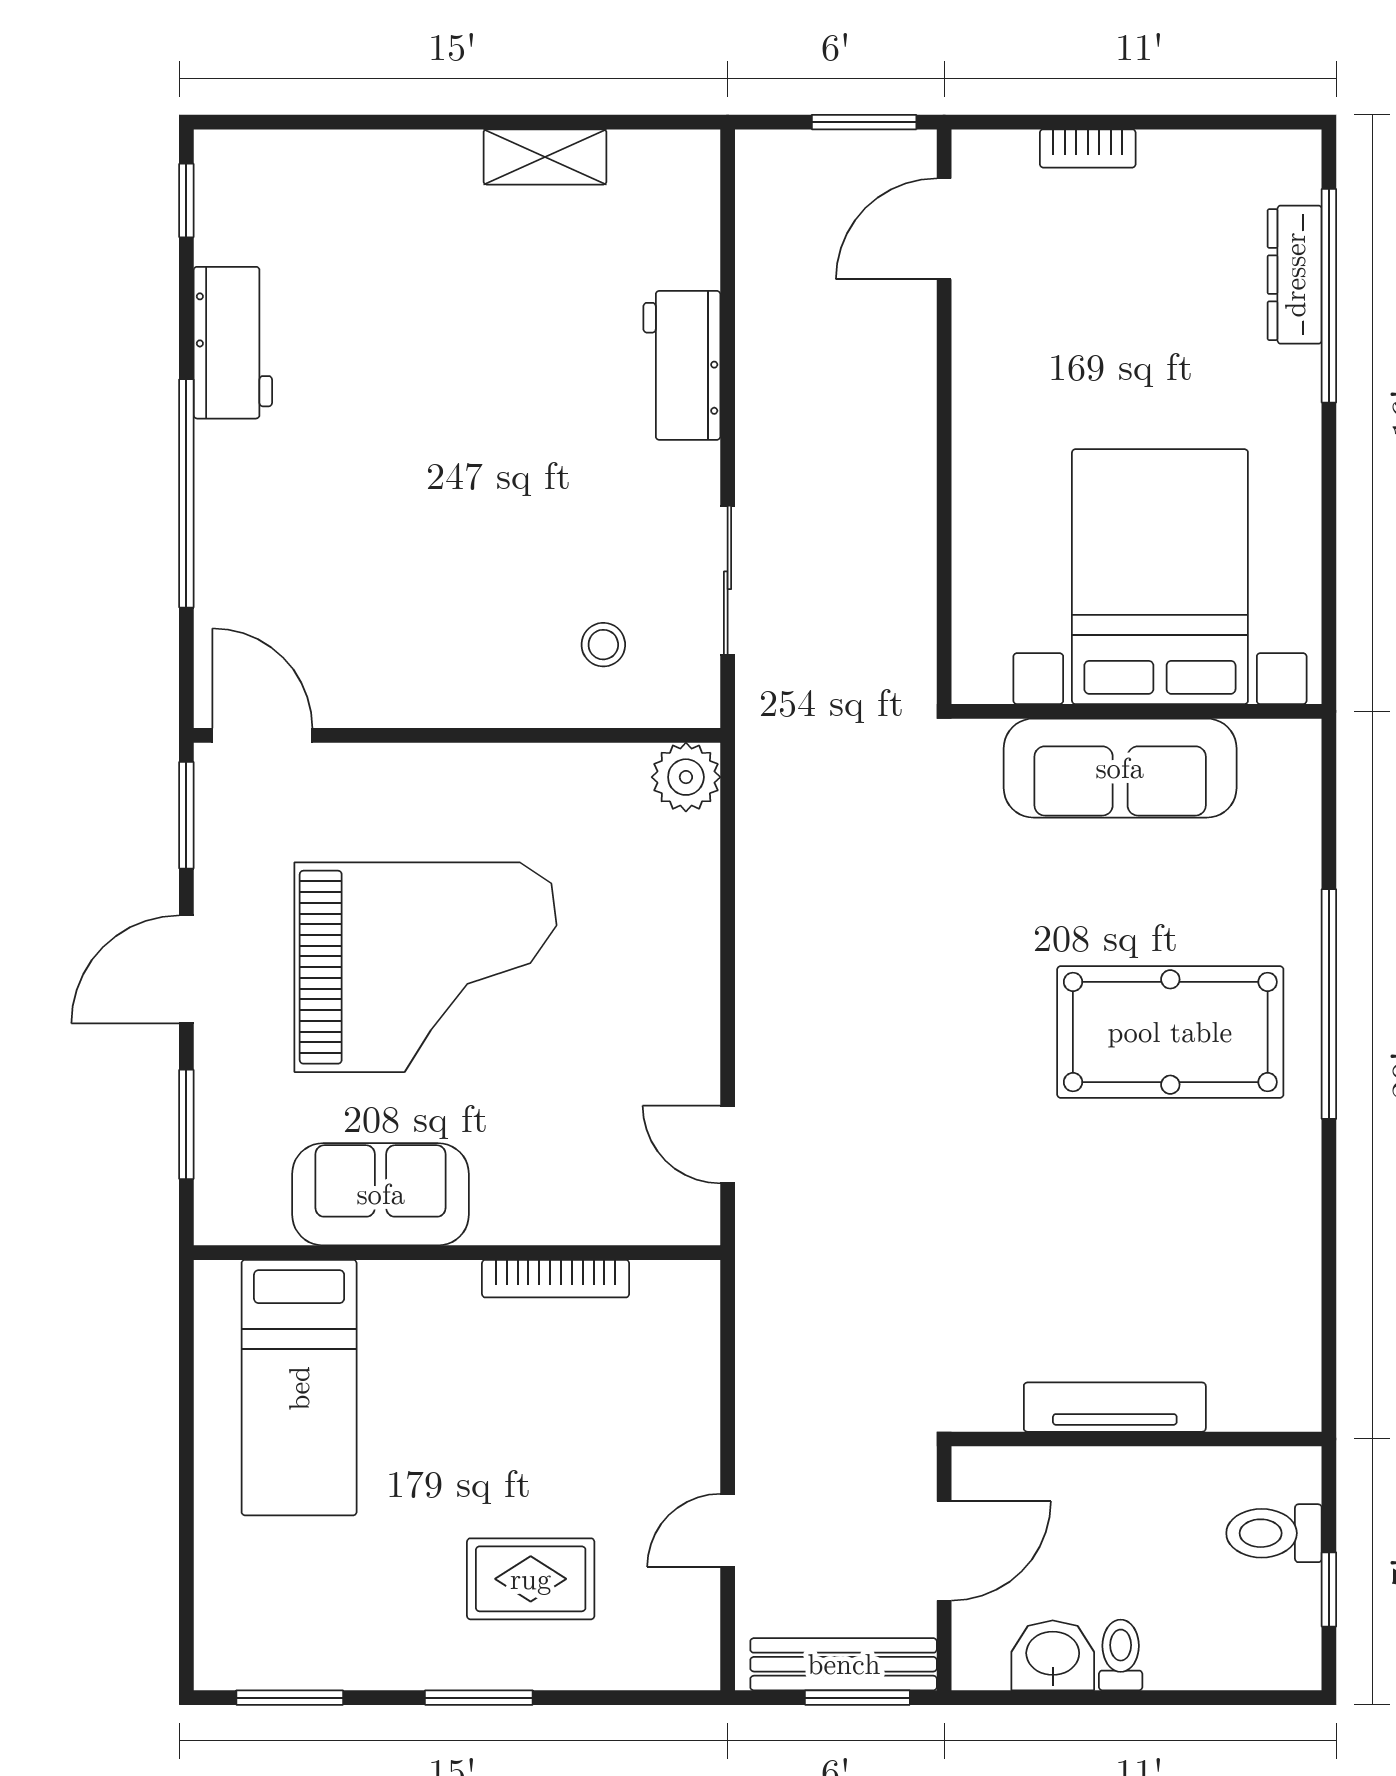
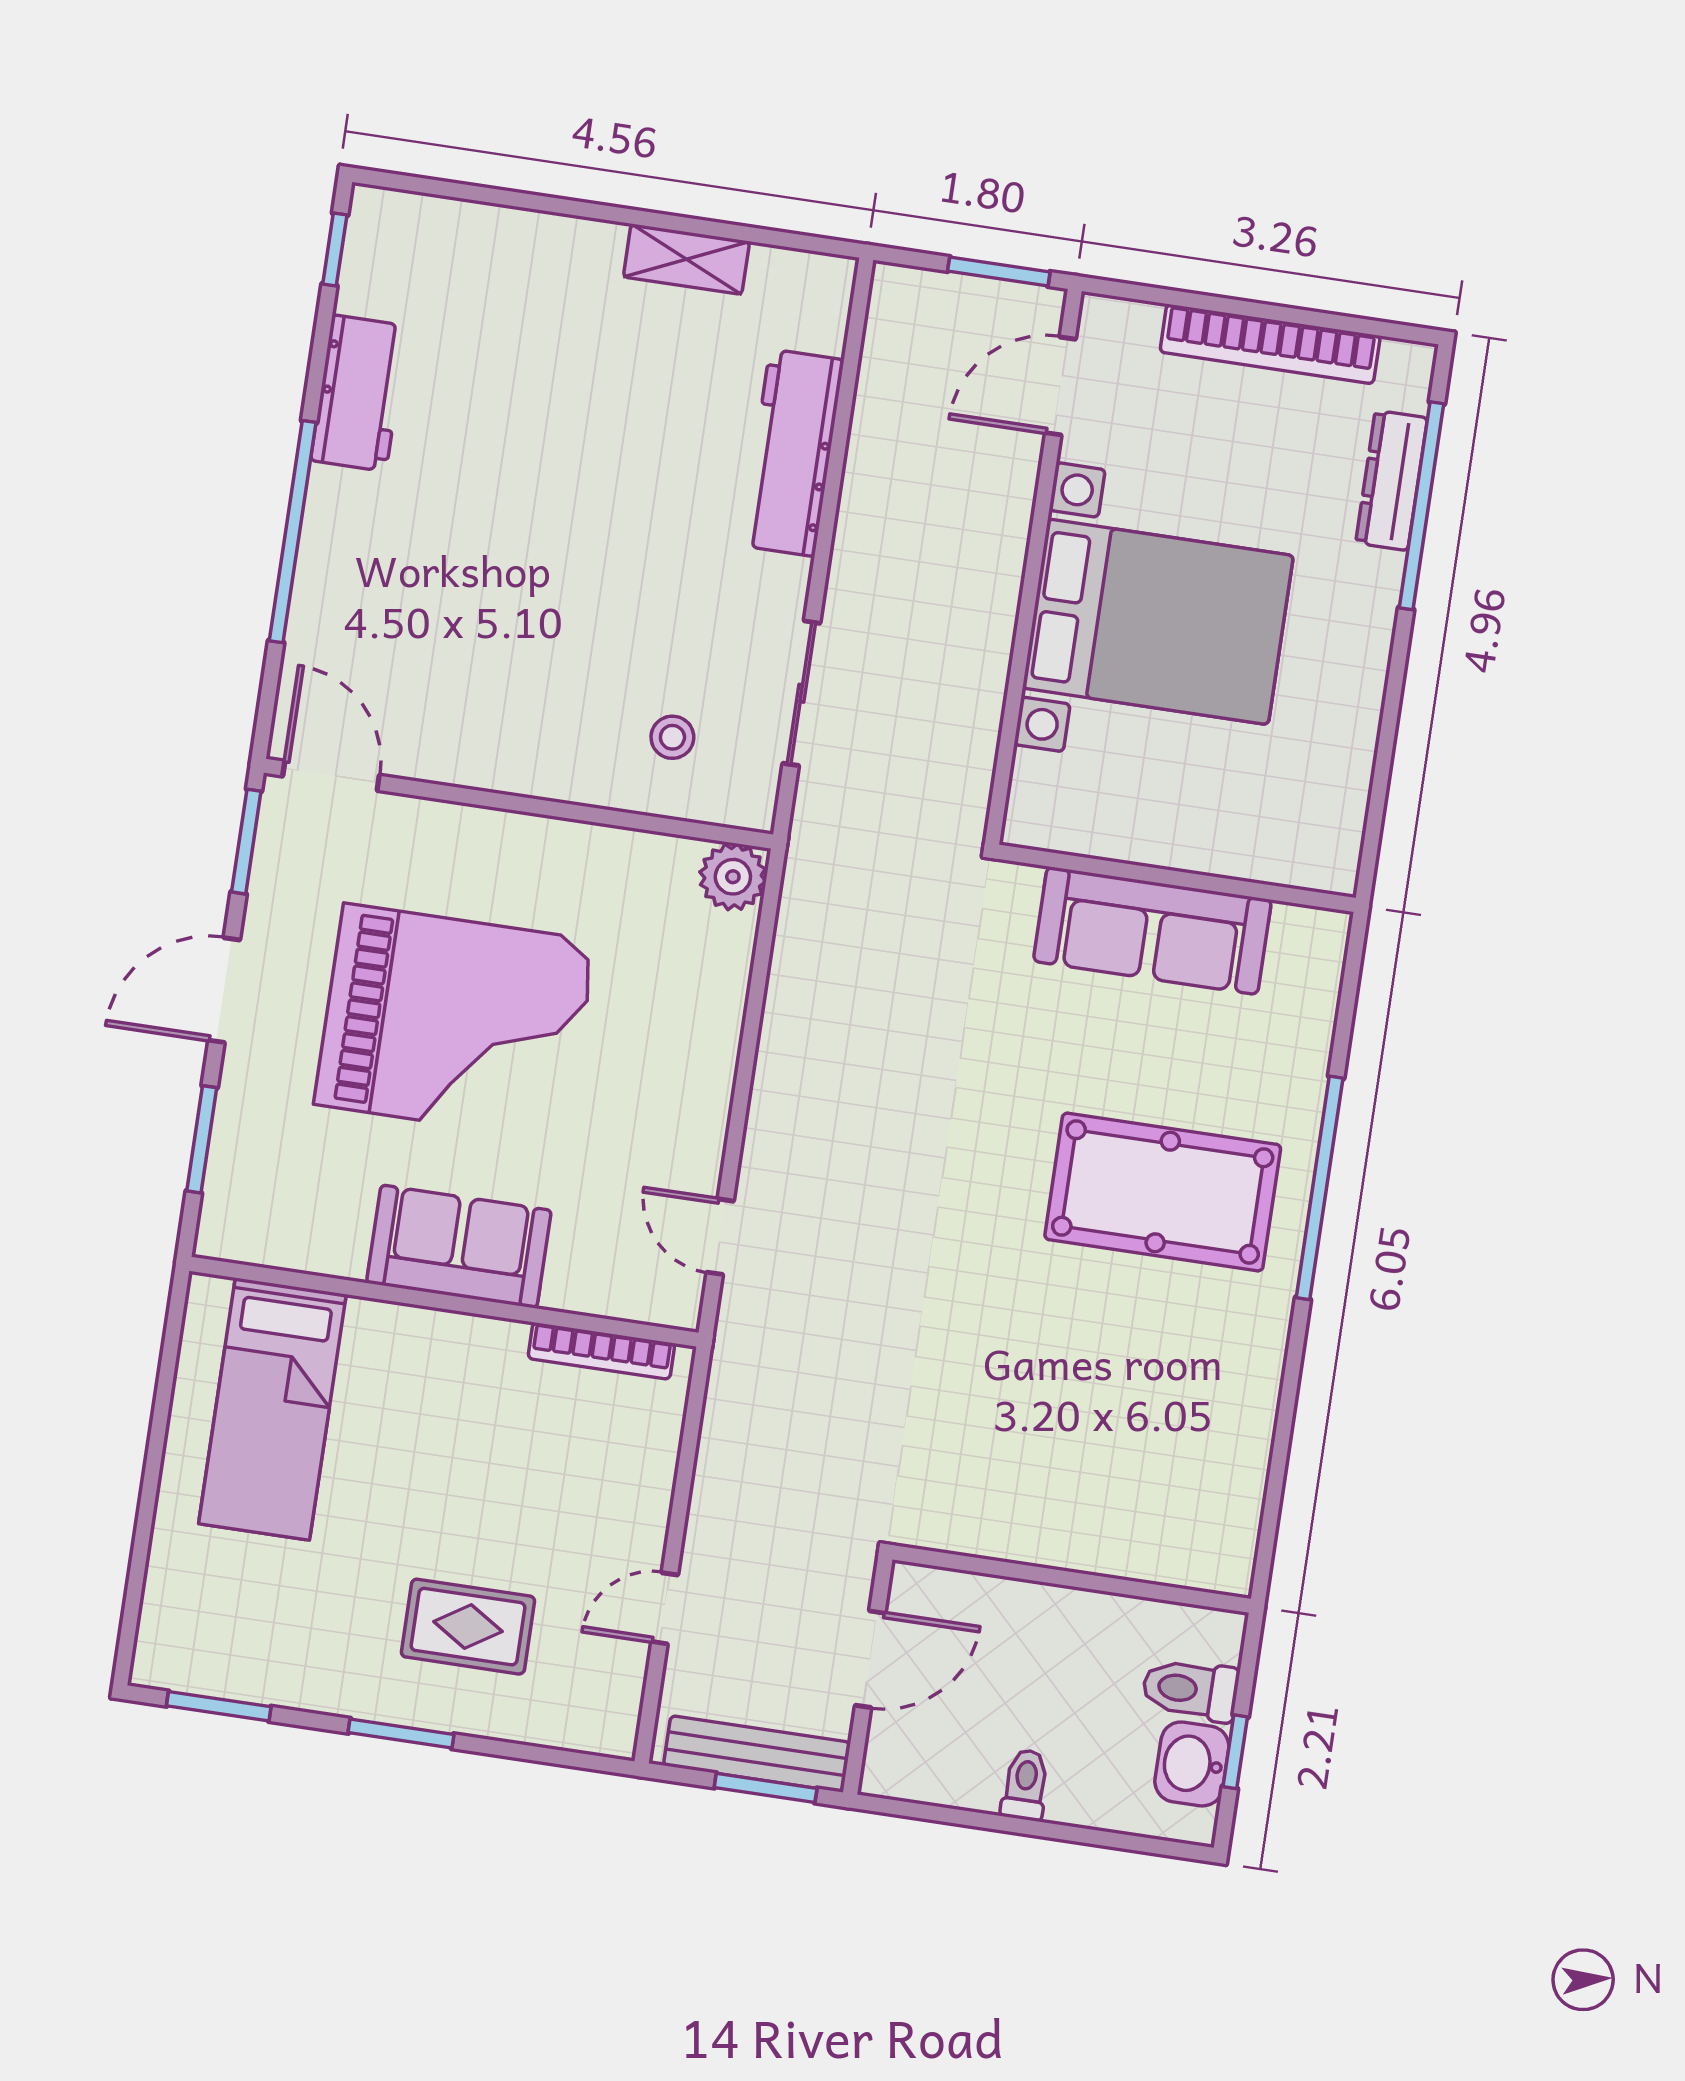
bookcase: (1088, 148) -> (1270, 344), width x2.31, depth x1.31
workbench: (682, 365) -> (792, 453), width x1.38
bed with nightstands: (1160, 577) -> (1158, 622), moved, turned 90
sofa: (381, 1194) -> (459, 1247), moved
bookcase: (556, 1279) -> (601, 1351), moved
tv unit: (1115, 1407) -> (1055, 1545), removed
washbasin: (1053, 1655) -> (1192, 1764), moved, turned -90

